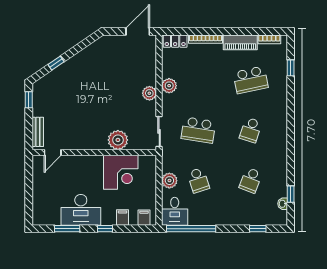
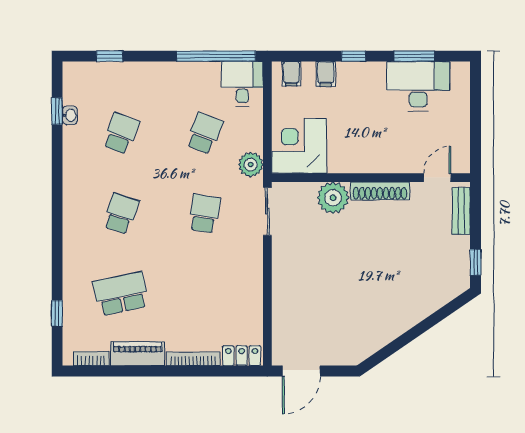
window: (56, 63) -> (432, 320), removed
plant: (169, 86) -> (251, 285), removed
plant: (149, 93) -> (283, 272), removed
school desk: (198, 130) -> (204, 214), width x0.54
shoe rack: (89, 144) -> (380, 191), added
corner desk: (121, 172) -> (299, 146), moved
school desk: (198, 180) -> (204, 133), turned 39
plant: (169, 181) -> (251, 165), moved
washbasin: (283, 204) -> (70, 115), moved
desk: (81, 210) -> (418, 86), moved

